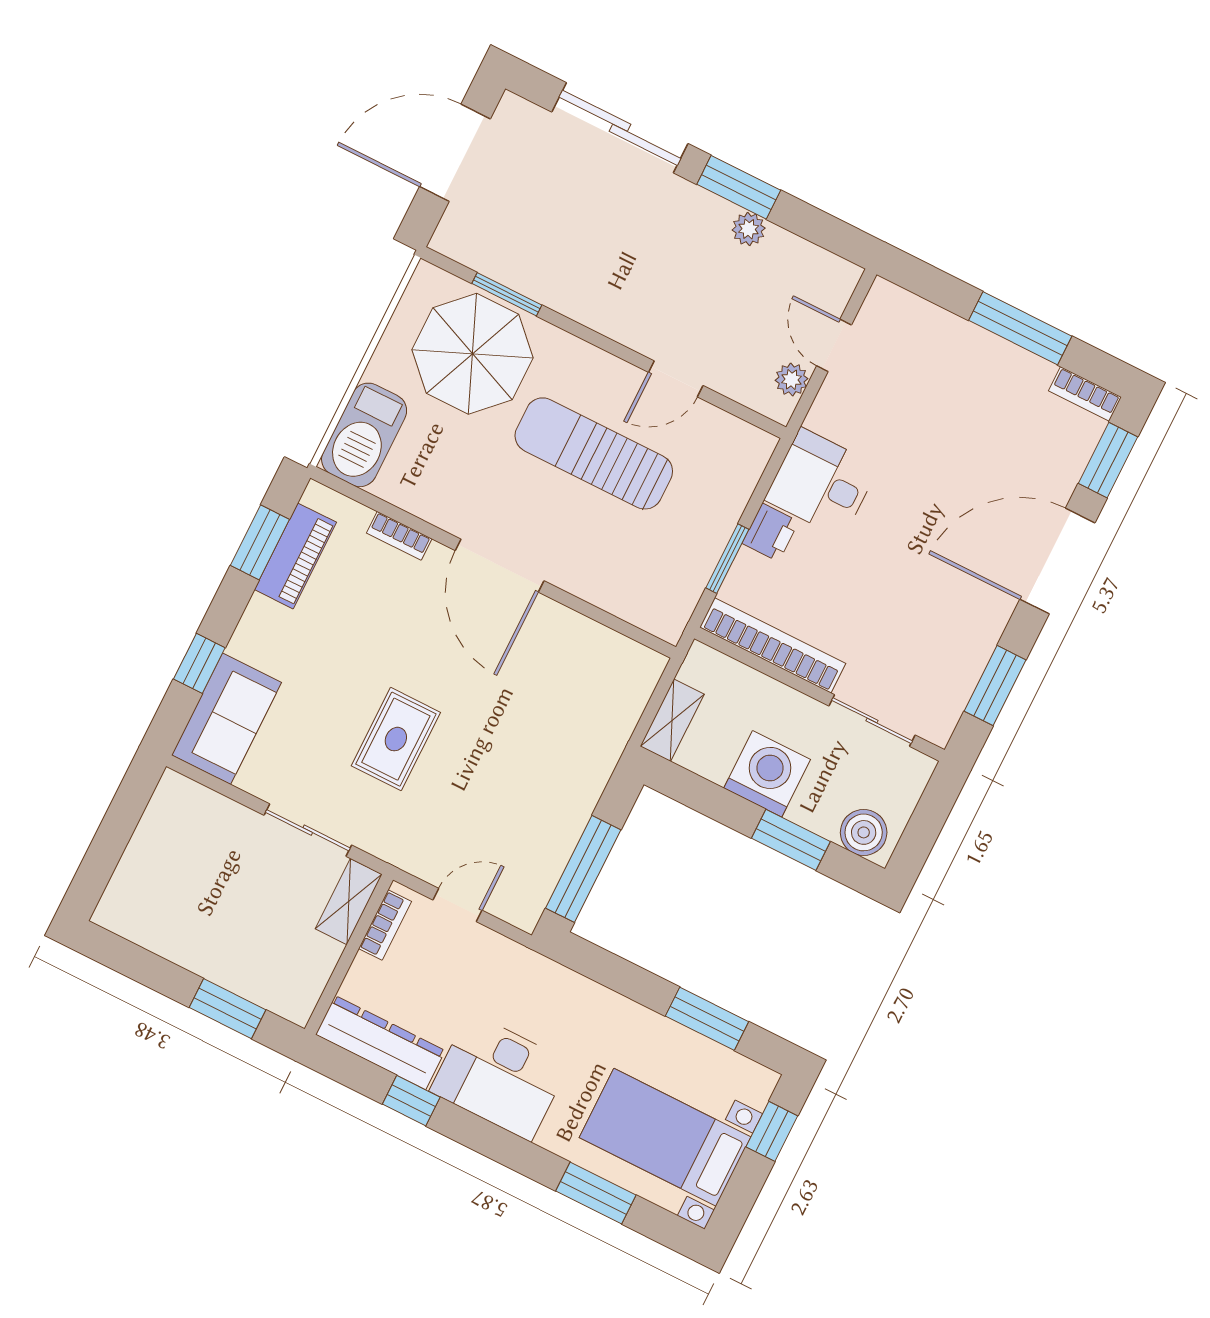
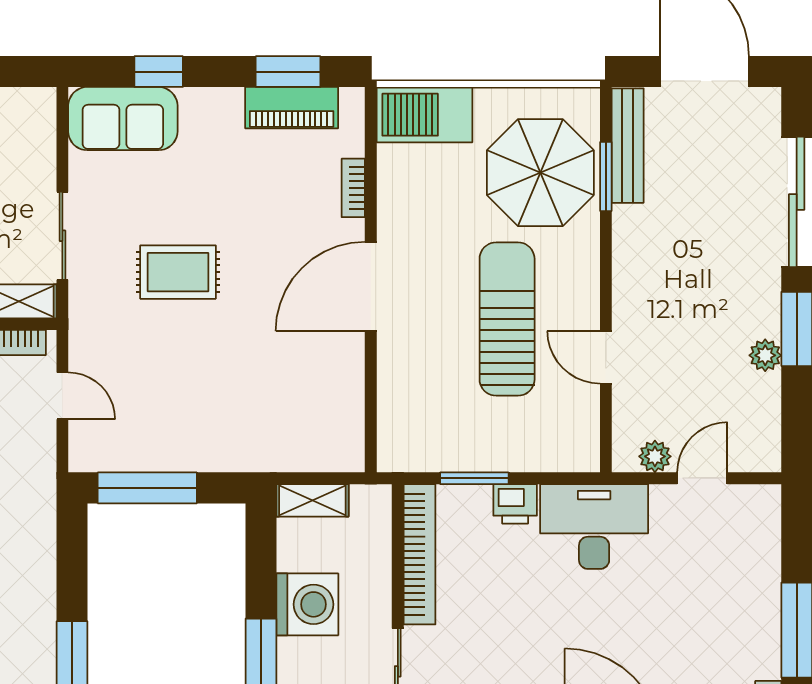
bench: (488, 259) -> (628, 146), added
desk: (822, 483) -> (594, 526), width x1.37

